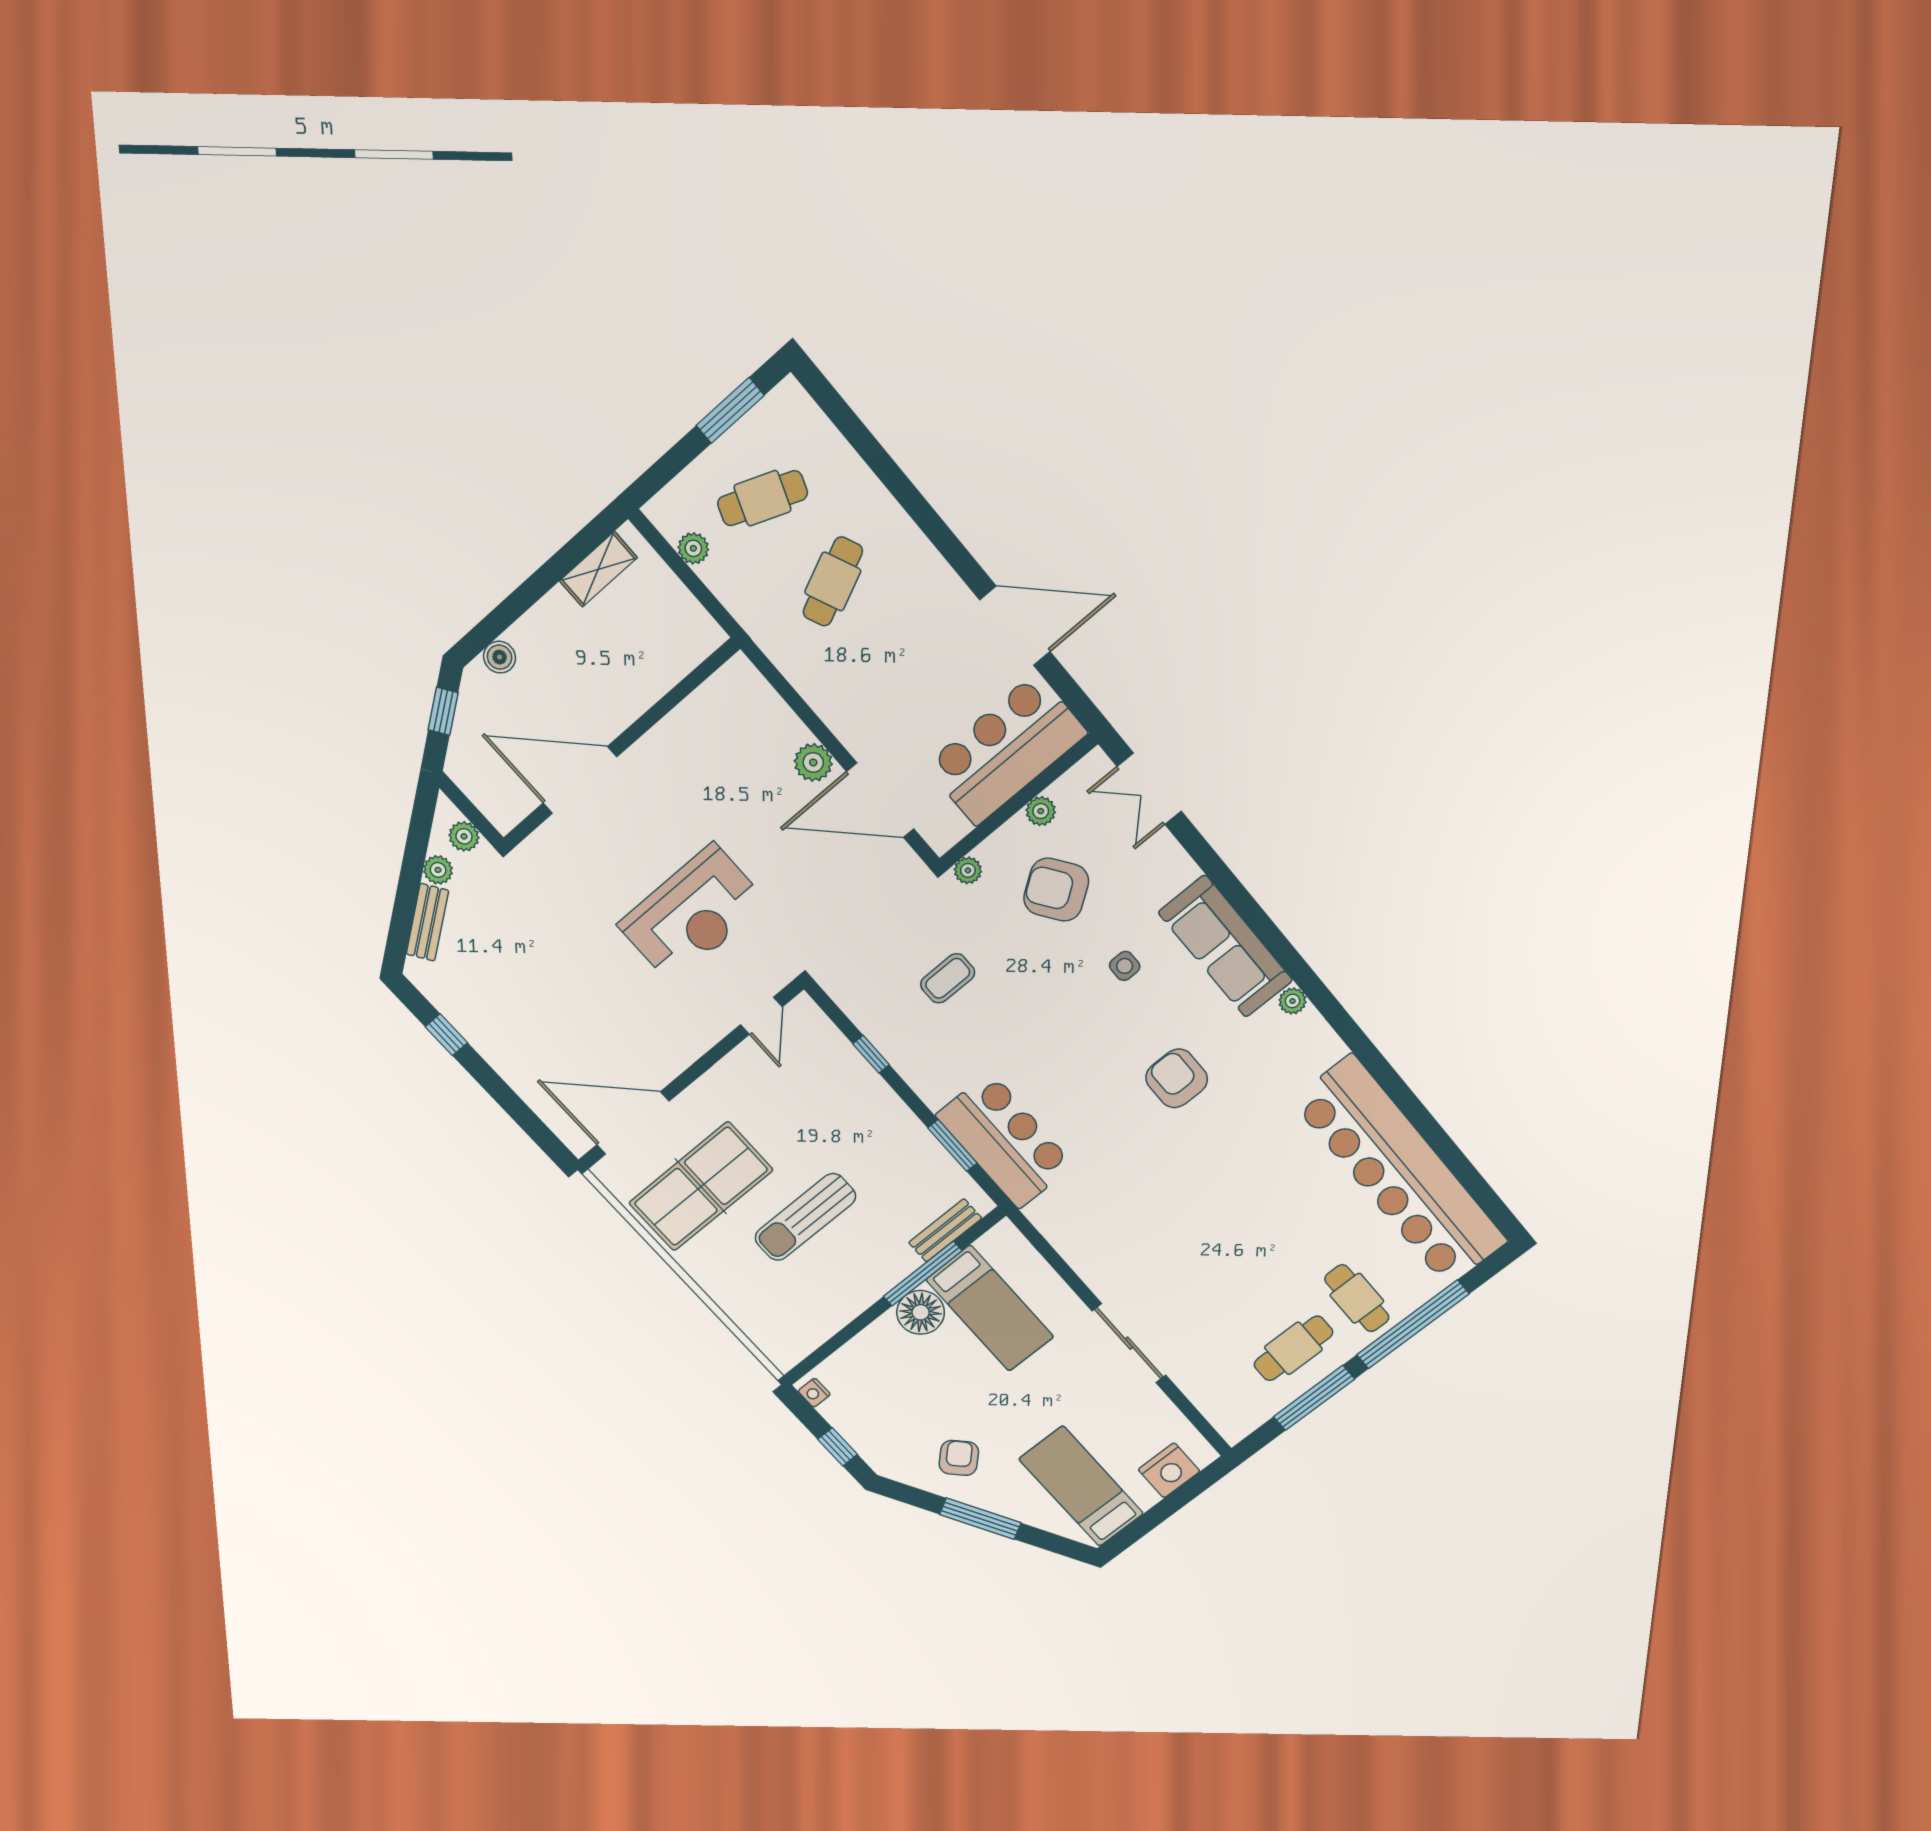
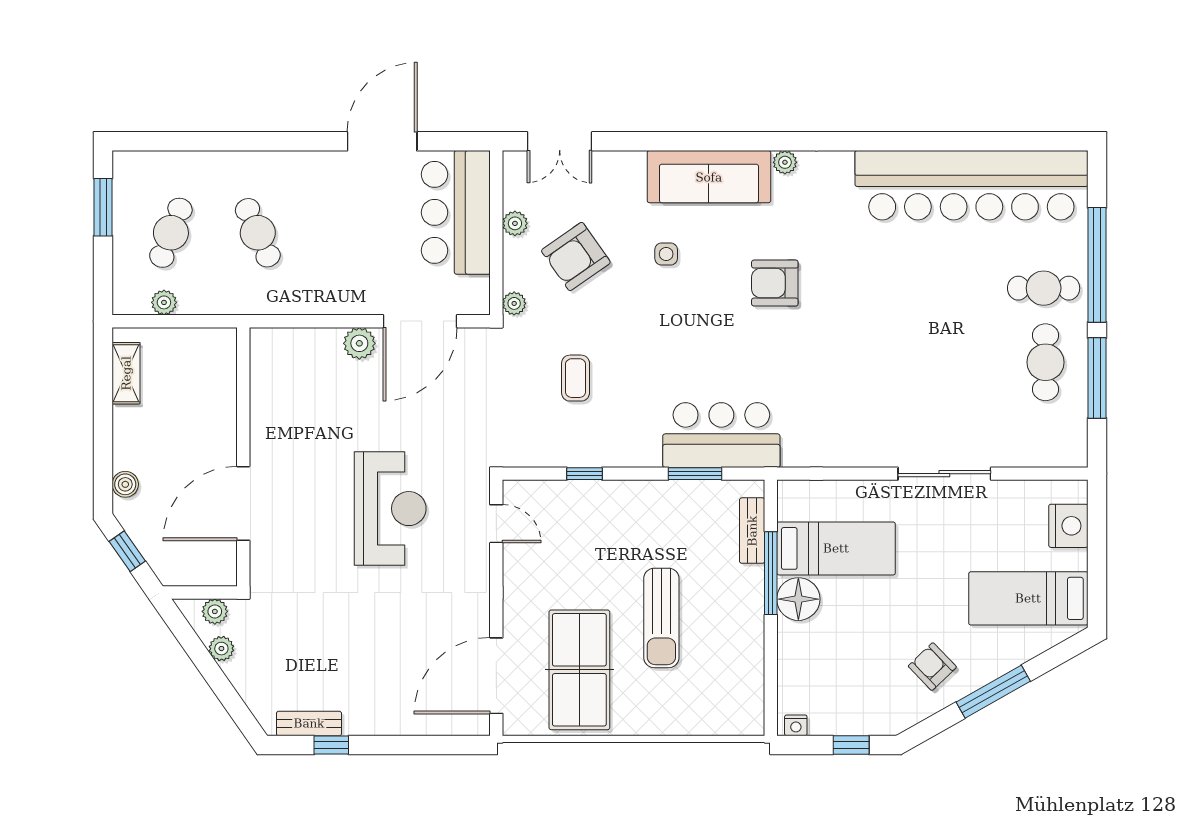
bench: (427, 922) -> (309, 723), moved, turned -55

